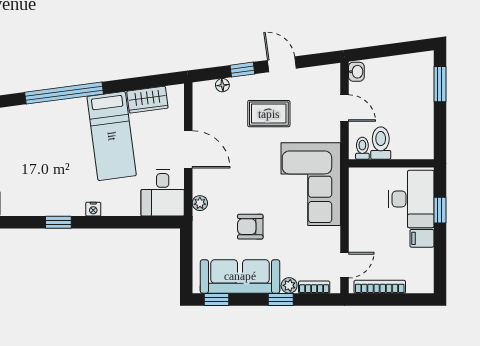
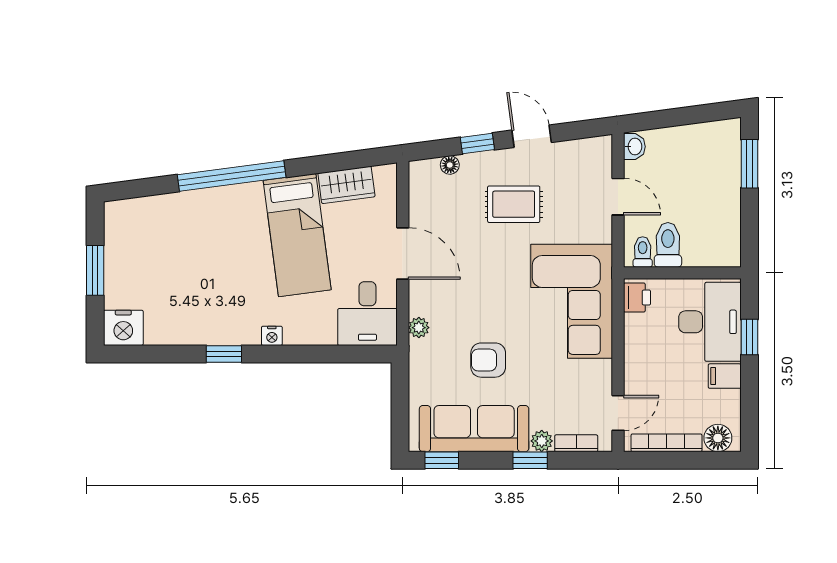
printer: (358, 181) -> (637, 298), added
floor lamp: (417, 283) -> (718, 438), added

